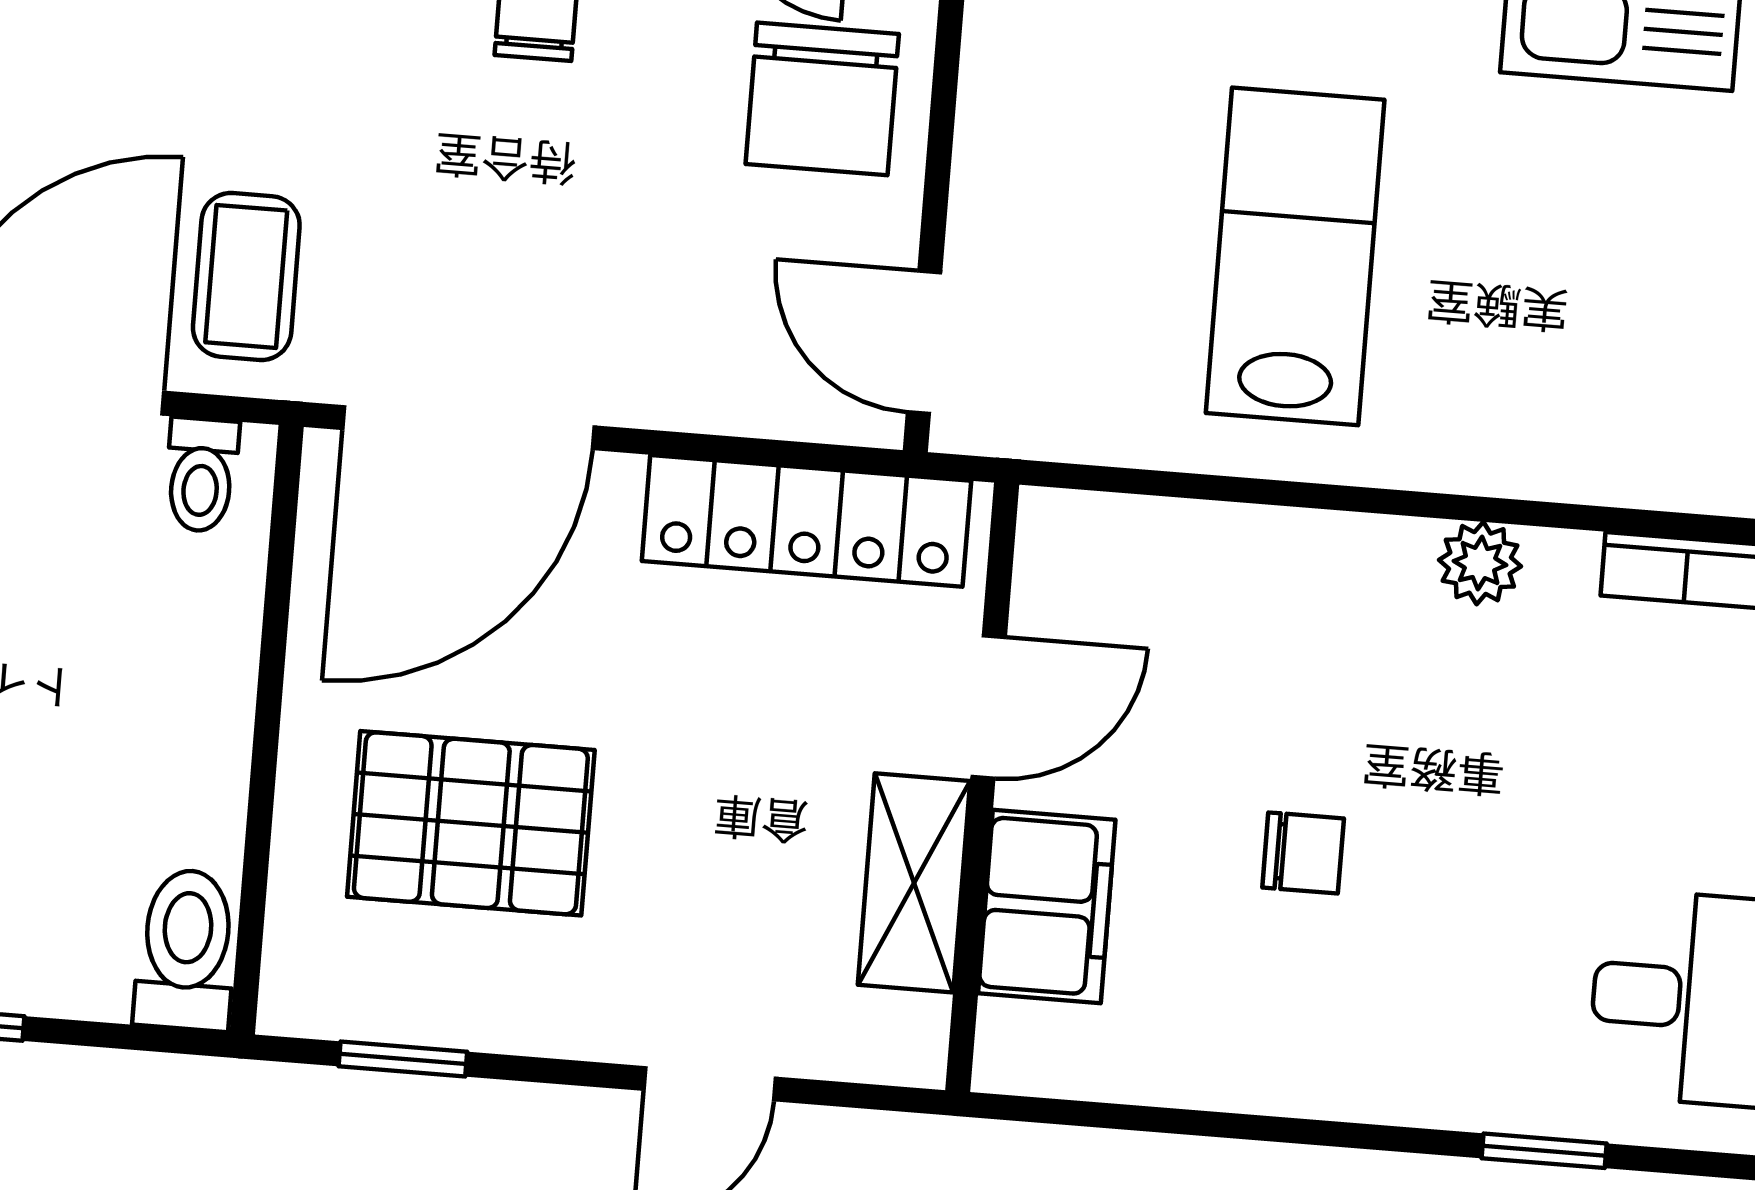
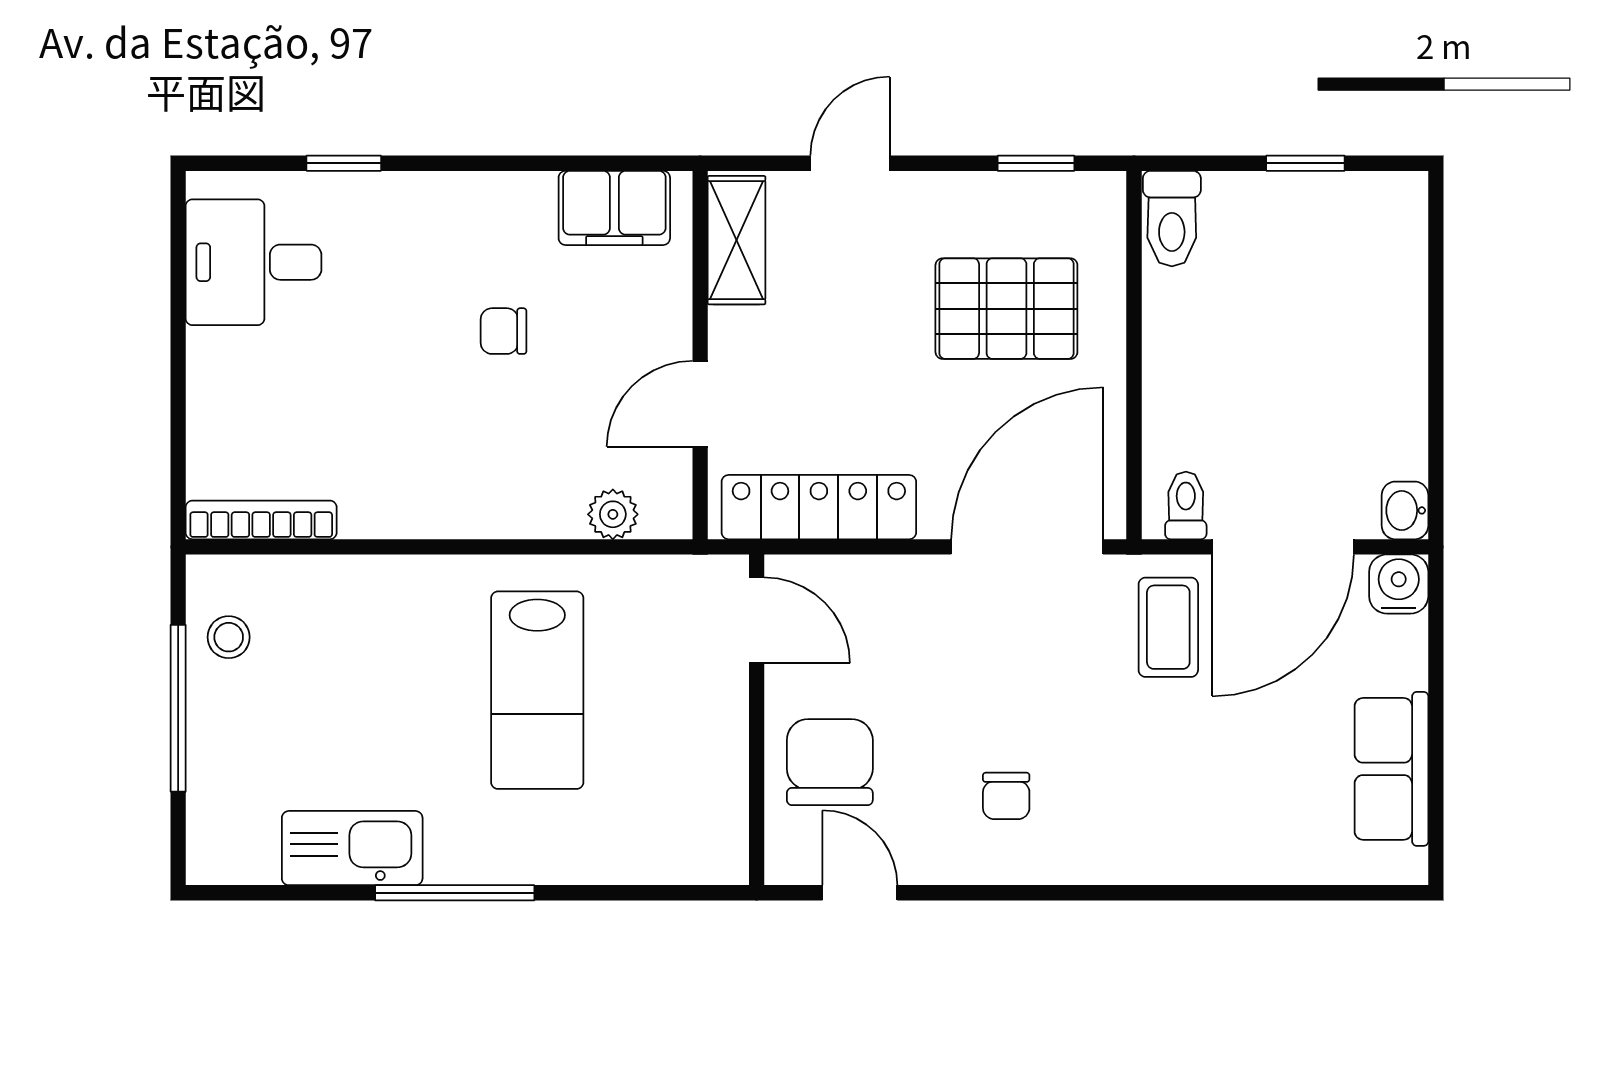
plant: (1480, 563) -> (613, 514), moved
shelving: (914, 883) -> (737, 240), moved
filing cabinet: (1047, 907) -> (614, 208), moved, turned -90

